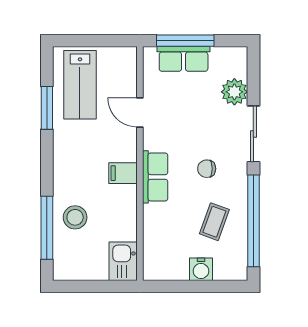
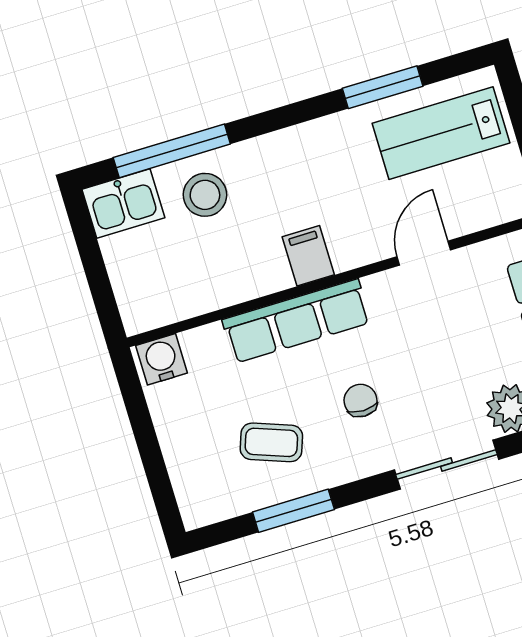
row of seats: (155, 177) -> (297, 321), width x1.48
window: (253, 221) -> (293, 511), width x0.47
kitchen sink: (123, 261) -> (123, 203), moved, turned 180
water cooler: (201, 269) -> (161, 359), moved, turned 90

